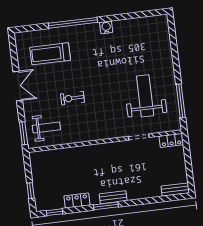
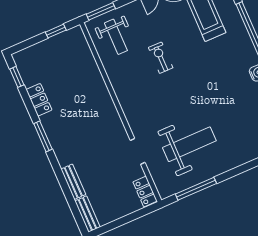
window: (31, 191) -> (56, 31), moved
bench: (113, 197) -> (73, 182), moved

